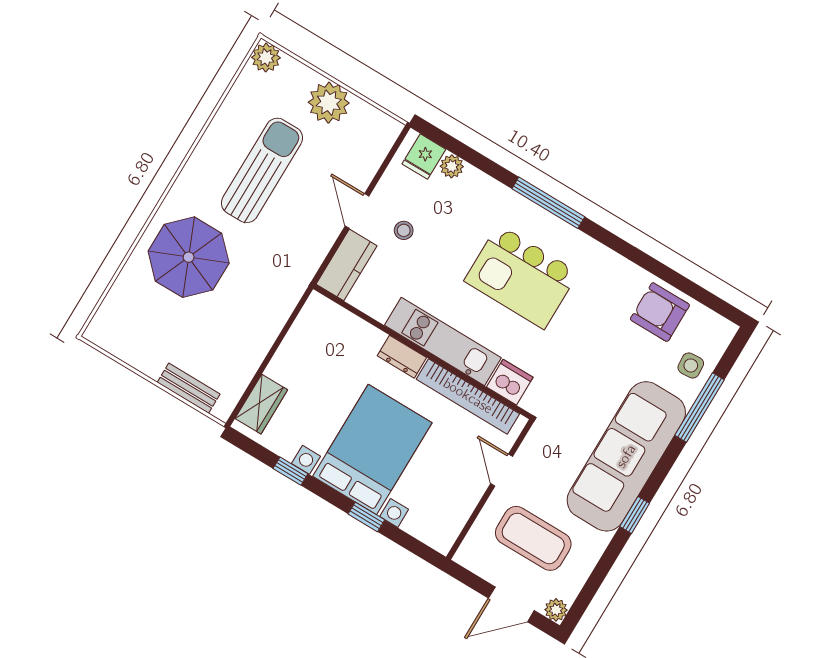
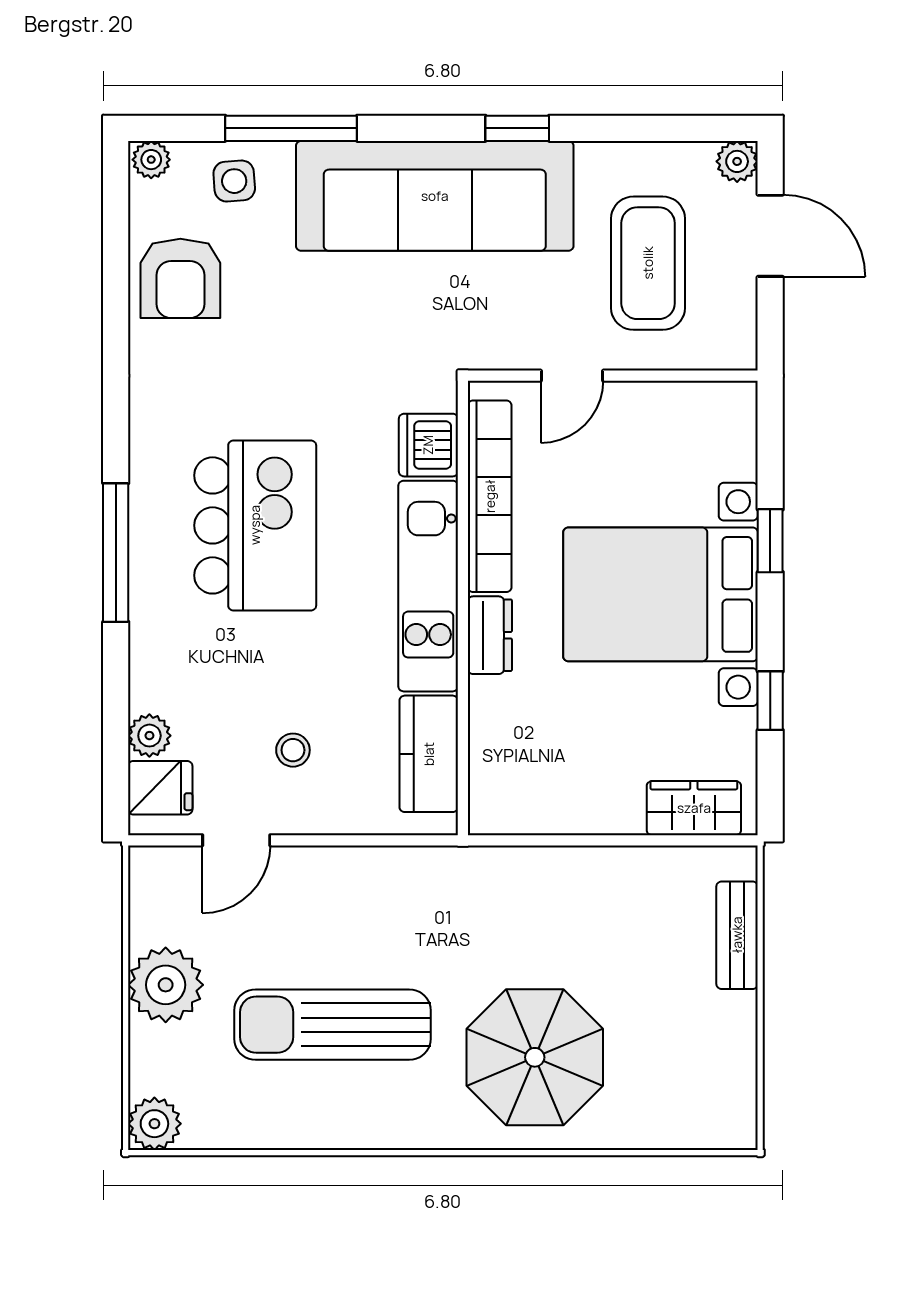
door: (357, 211) -> (236, 840), moved
kitchen counter: (347, 265) -> (429, 754), moved, turned -90
plant: (725, 332) -> (151, 160), added

